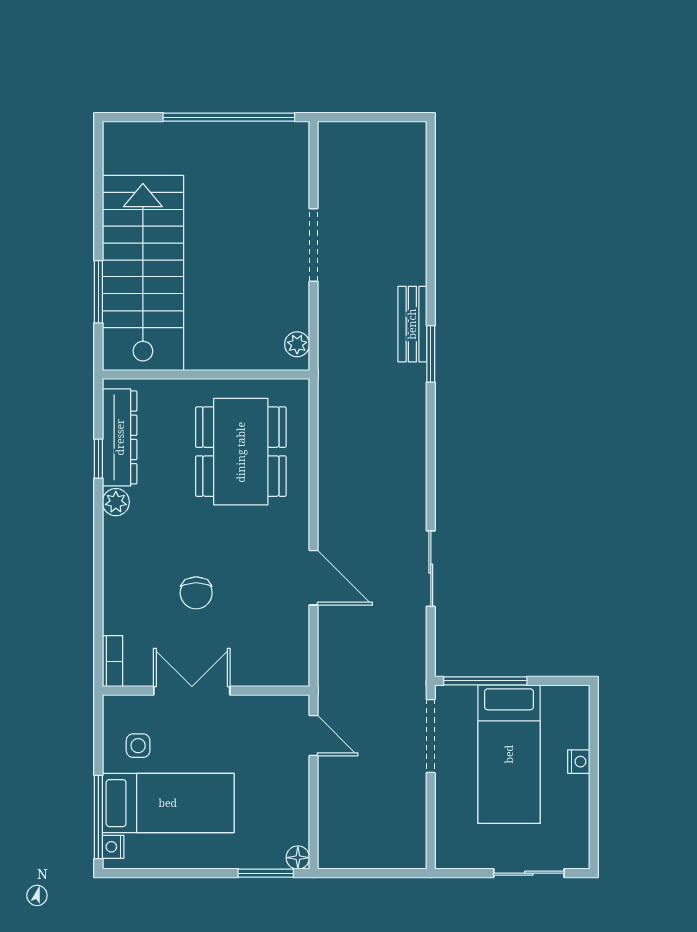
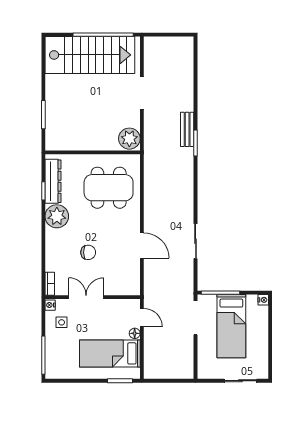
stairs: (143, 273) -> (90, 55), moved, turned 90
plant: (297, 344) -> (129, 139), width x1.88, depth x1.88
dining table: (241, 452) -> (109, 188), turned 90
plant: (116, 502) -> (57, 216), width x1.88, depth x1.88
chair: (196, 593) -> (88, 252), turned -90
nightstand: (579, 762) -> (263, 300), moved
bed: (168, 803) -> (110, 353), moved, turned 180
nightstand: (113, 847) -> (50, 305), moved
floor lamp: (298, 858) -> (135, 333), moved

